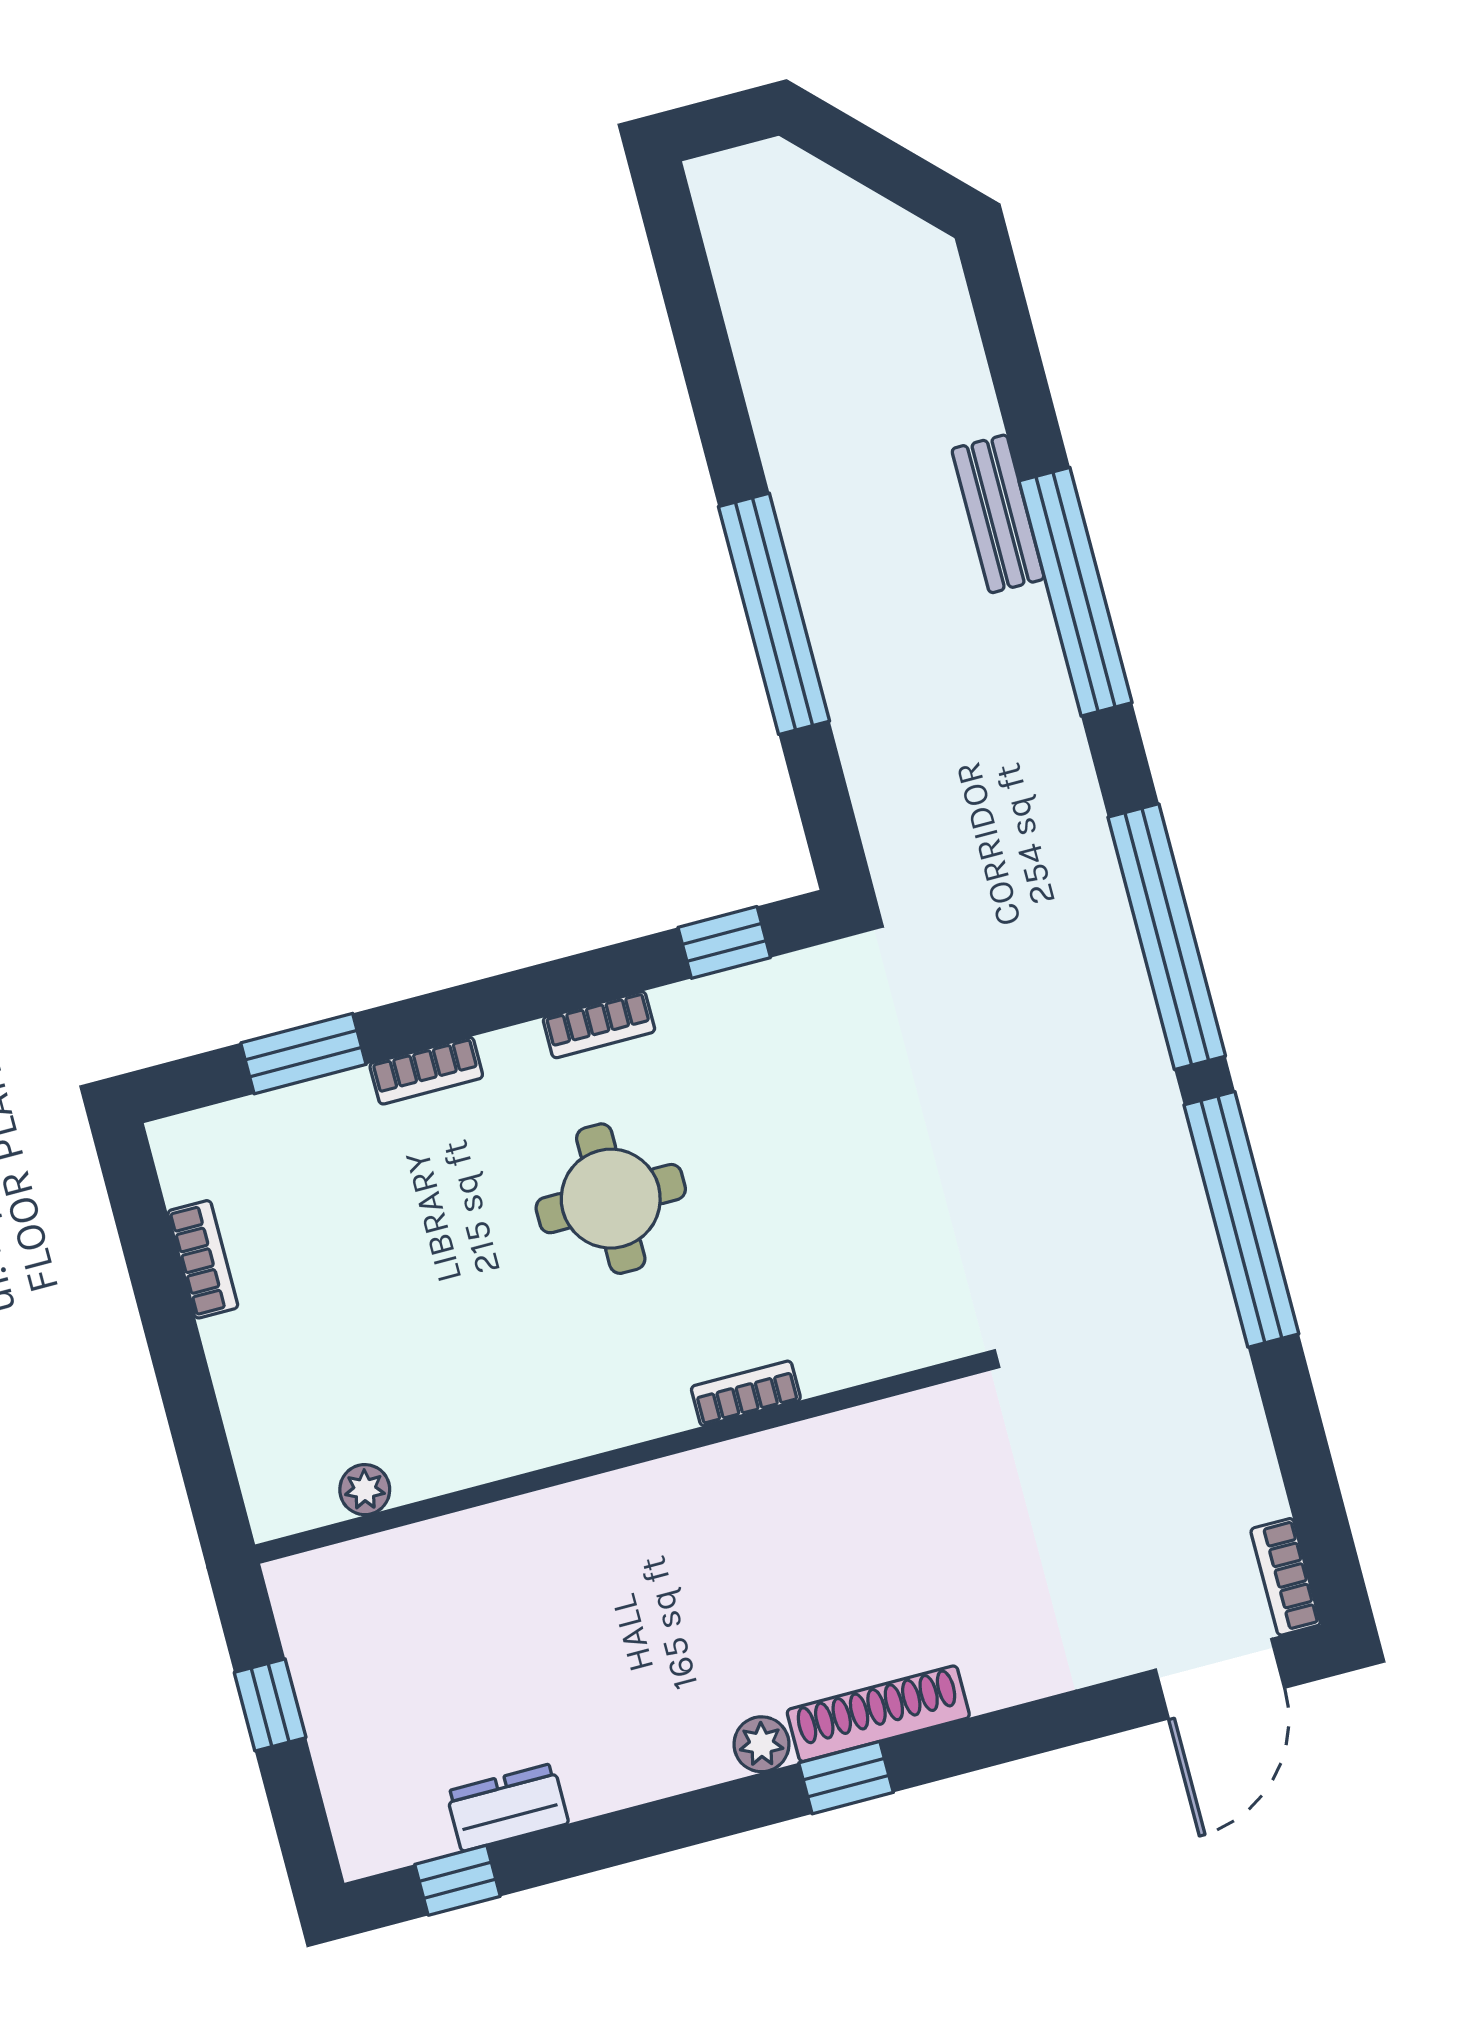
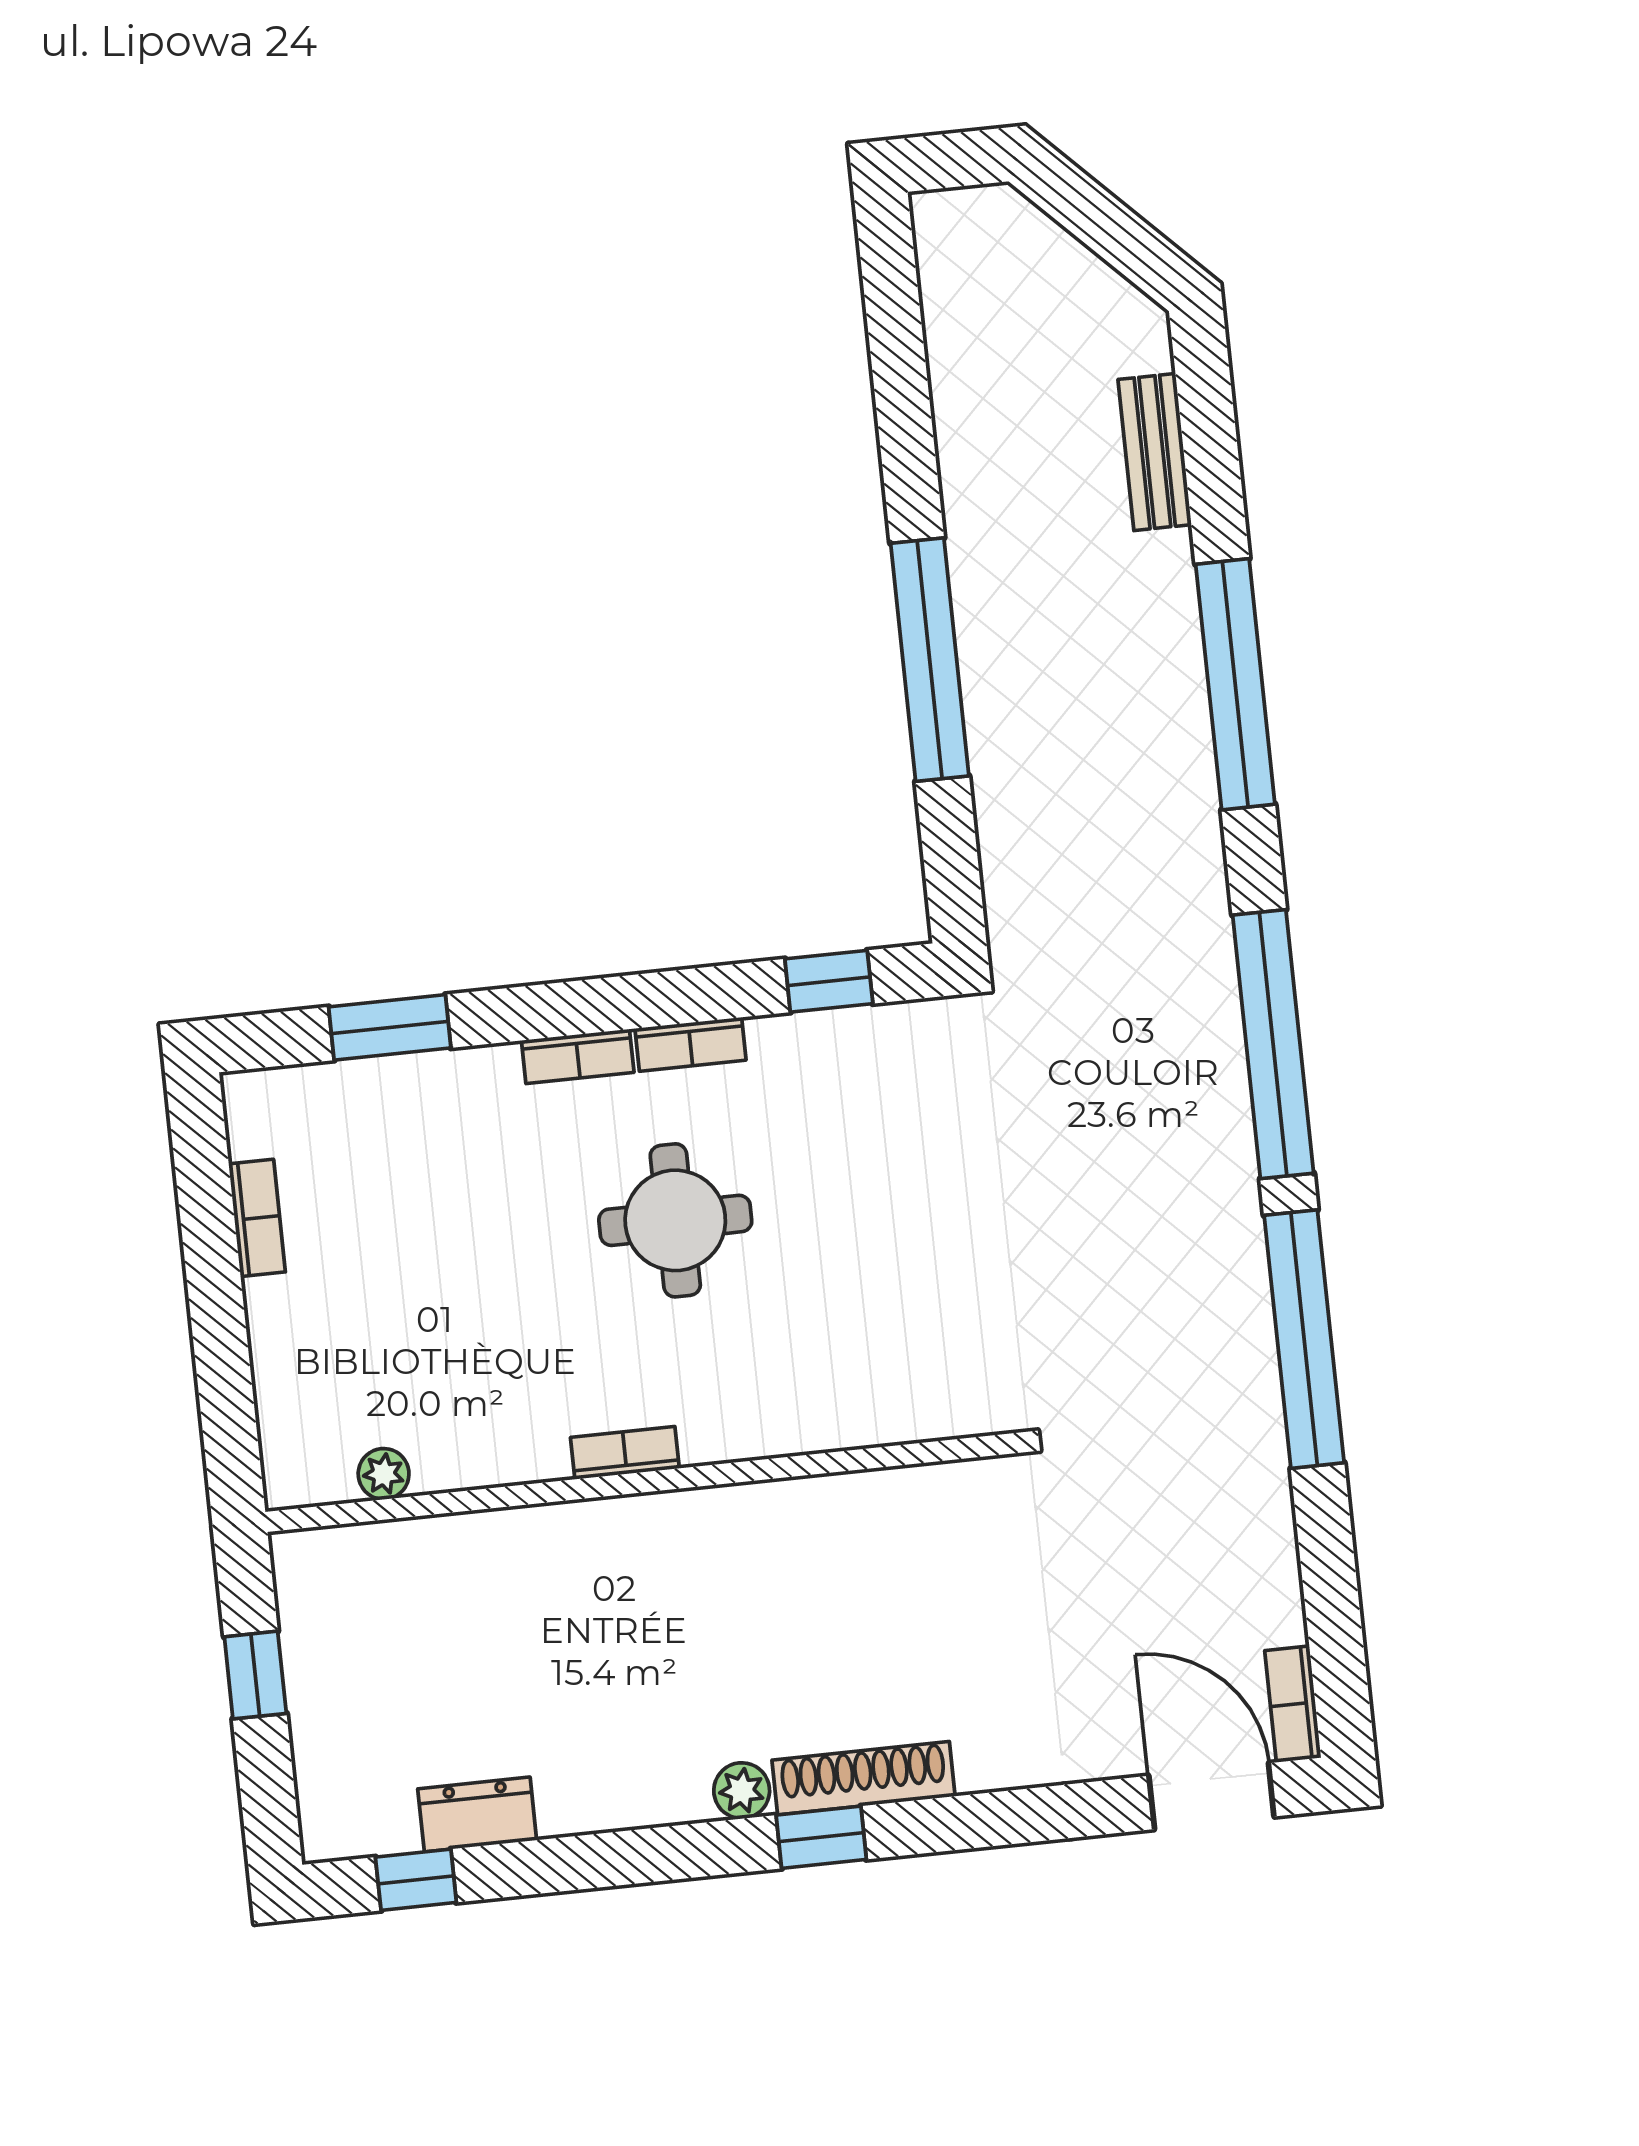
bench: (998, 514) -> (1155, 452), moved
bookcase: (426, 1071) -> (578, 1056), moved
bookcase: (746, 1393) -> (625, 1453), moved
door: (1220, 1679) -> (1211, 1796), swing flipped

